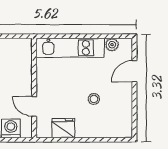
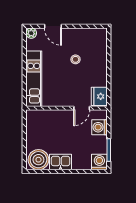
plant: (112, 45) -> (31, 33), moved
fridge: (63, 128) -> (99, 96), moved

